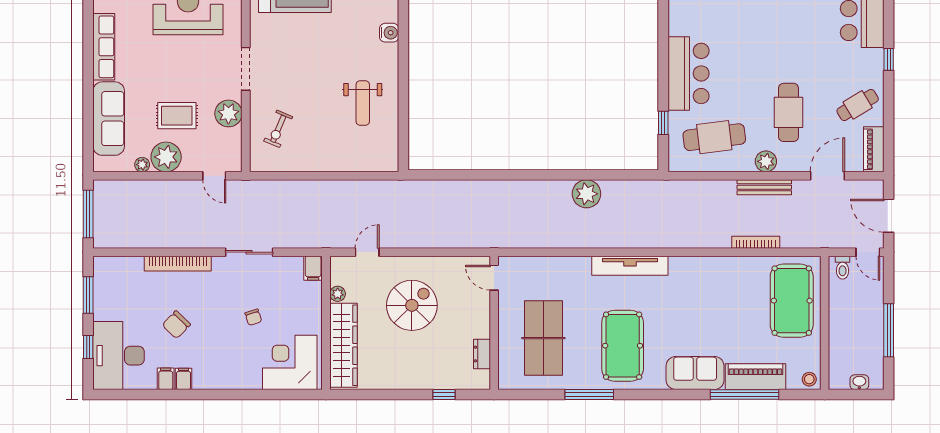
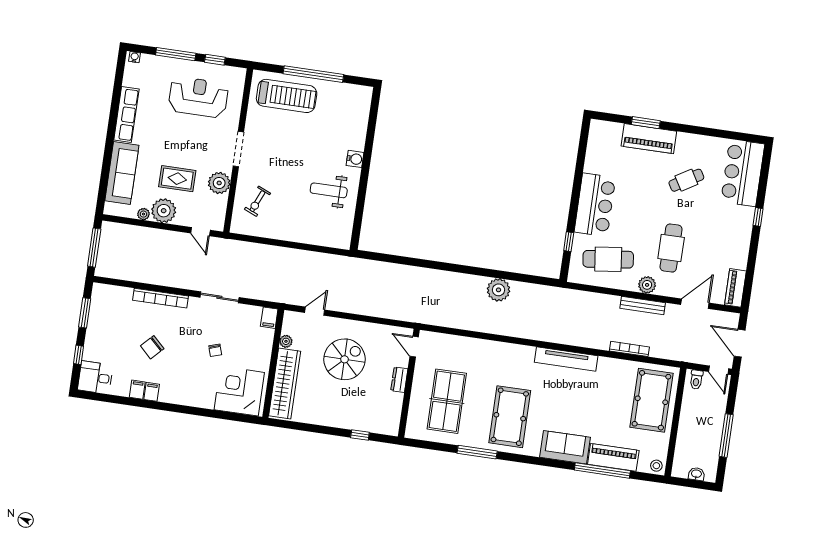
water cooler: (389, 33) -> (355, 159), moved
weight bench: (363, 103) -> (329, 190), turned 90
cafe table: (858, 105) -> (686, 180), moved
tv unit: (630, 266) -> (566, 359), moved
dresser: (482, 354) -> (399, 380), moved
desk: (119, 356) -> (95, 377), width x0.53, depth x0.77

